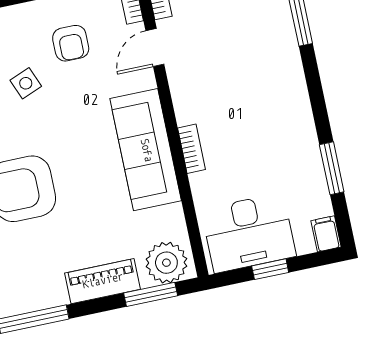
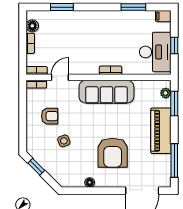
door: (155, 47) -> (60, 77), swing flipped
plant: (166, 263) -> (166, 93), width x0.53, depth x0.53
piano: (103, 281) -> (161, 131), width x1.37, depth x1.33

